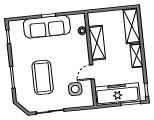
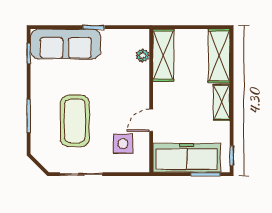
sofa: (47, 27) -> (66, 44), moved
shelving: (97, 43) -> (163, 55), moved

